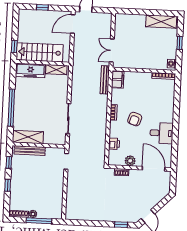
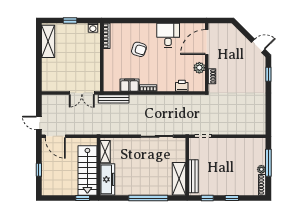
filing cabinet: (118, 79) -> (129, 85), moved
armchair: (135, 119) -> (139, 49), moved

